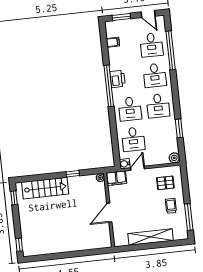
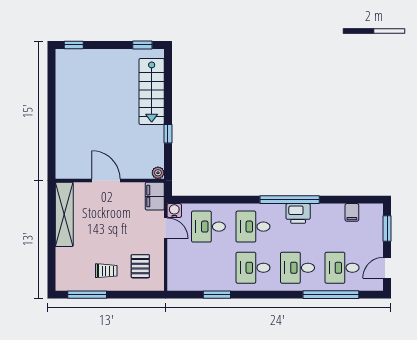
plant: (174, 158) -> (175, 283), removed
shelving: (151, 237) -> (64, 214), moved

